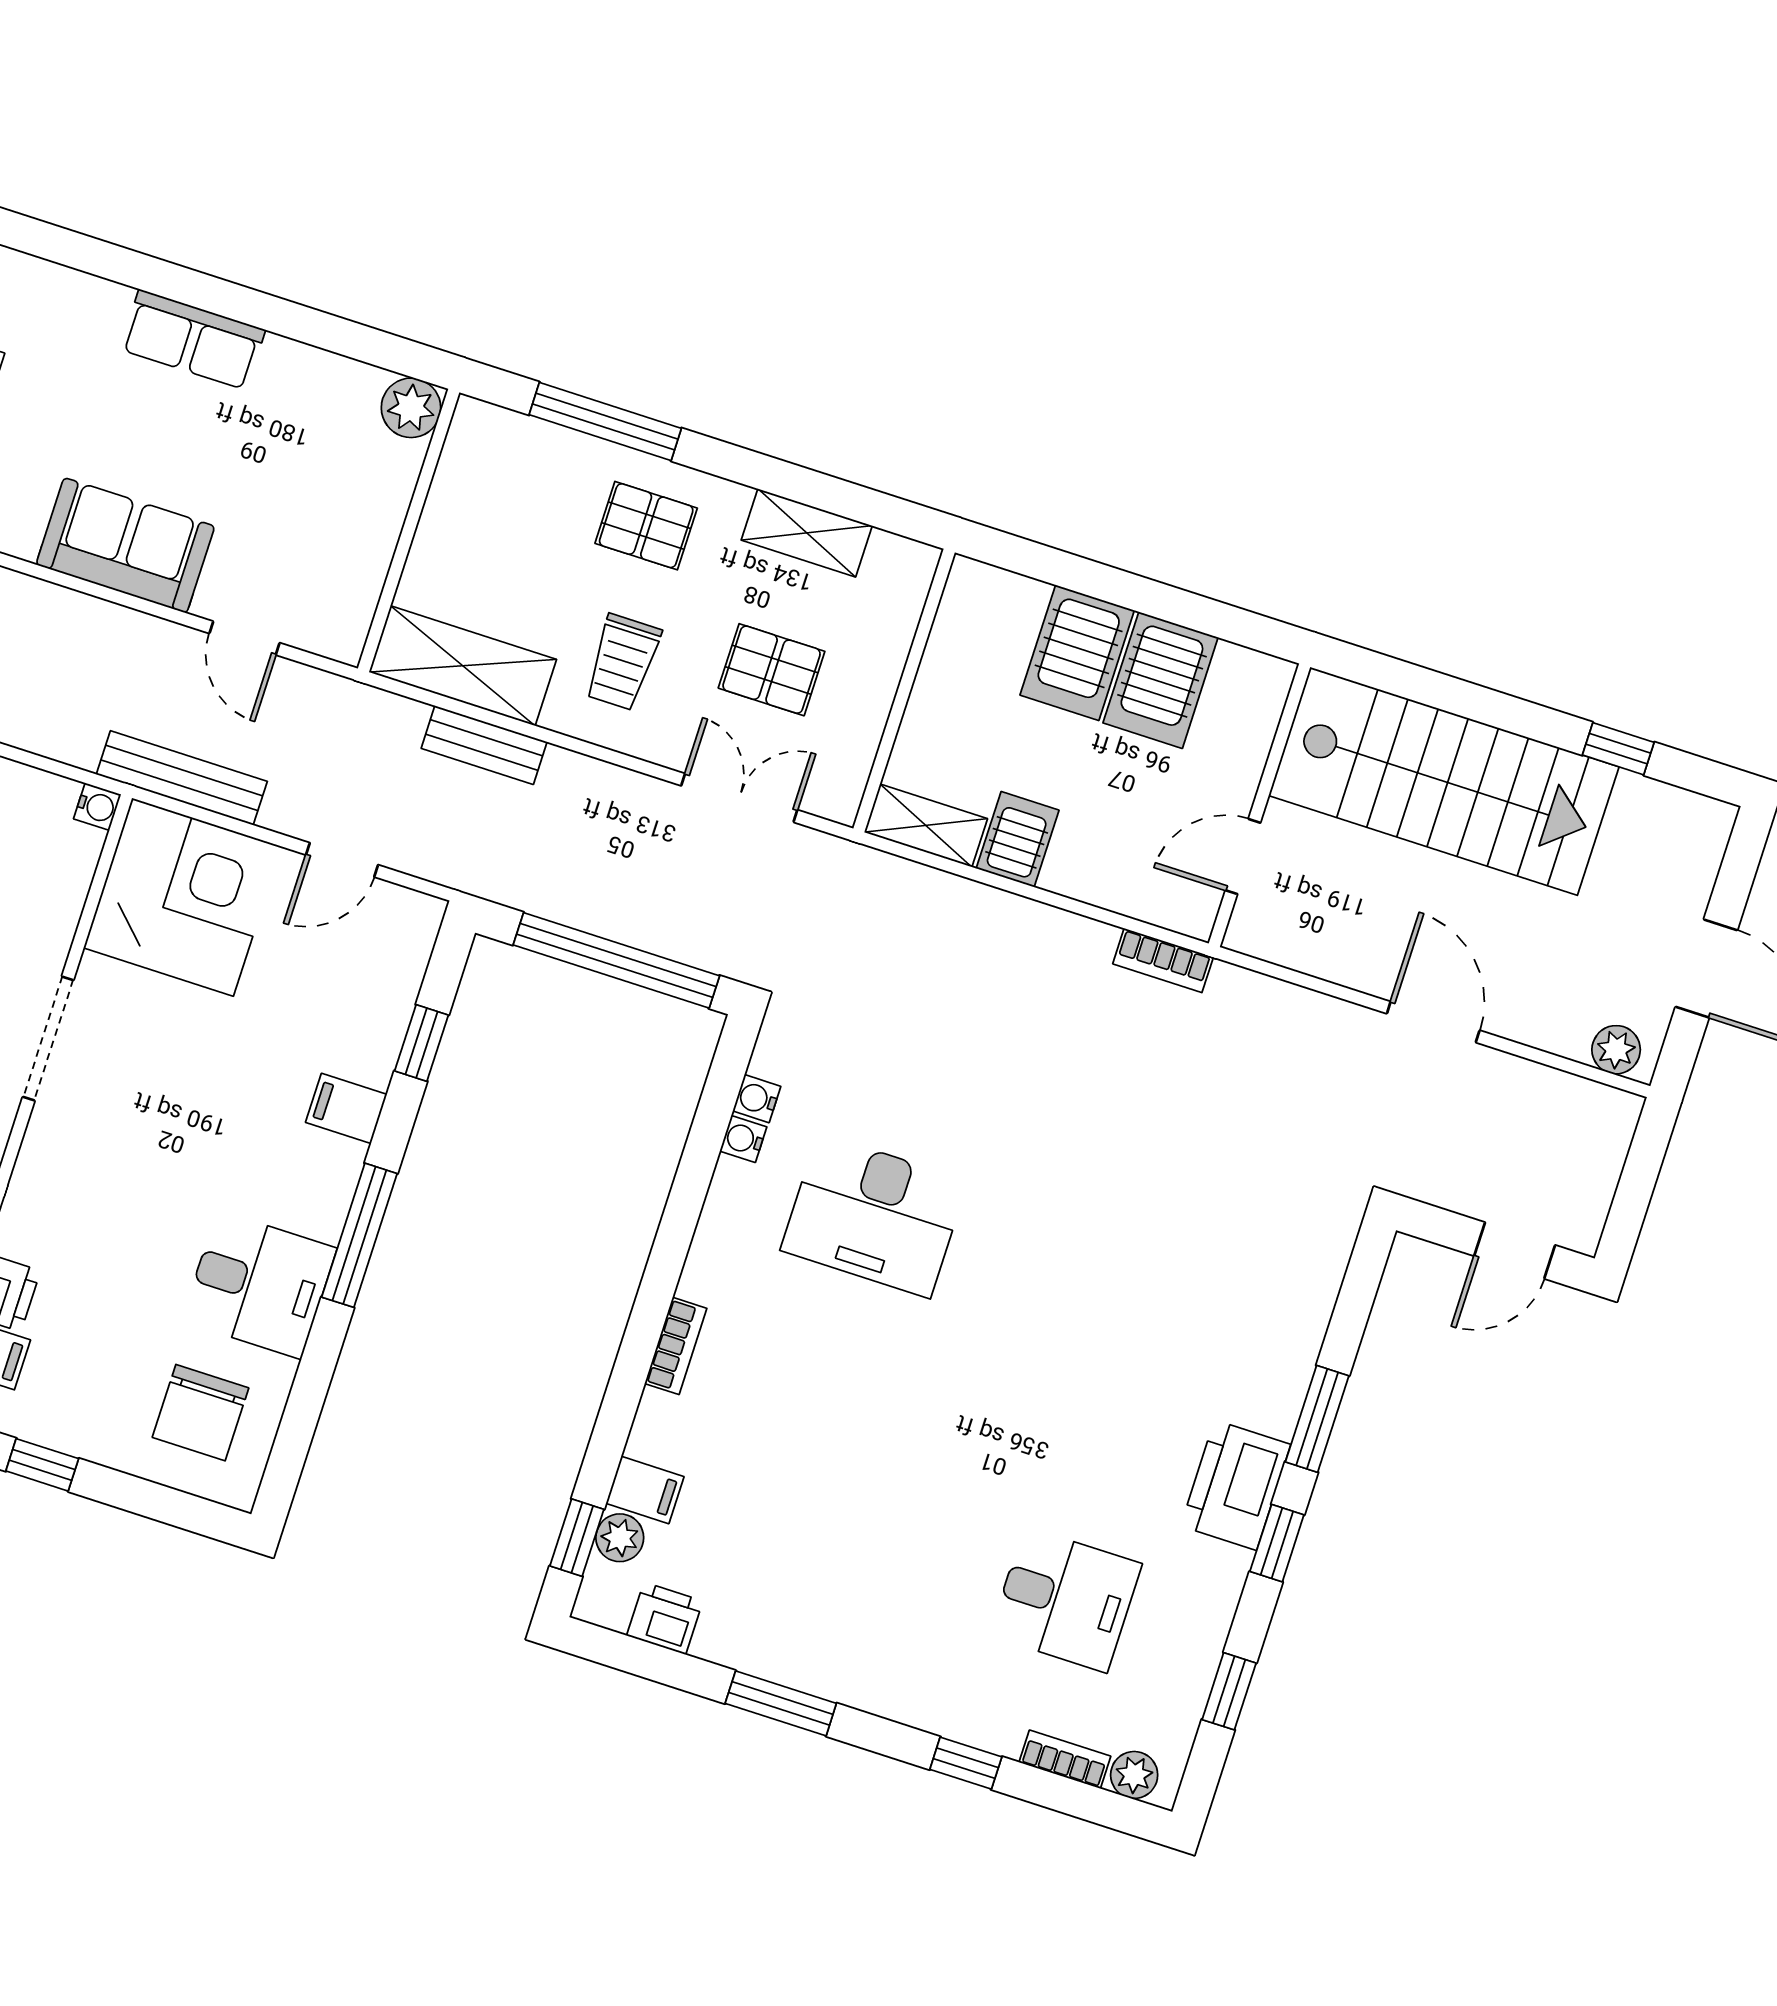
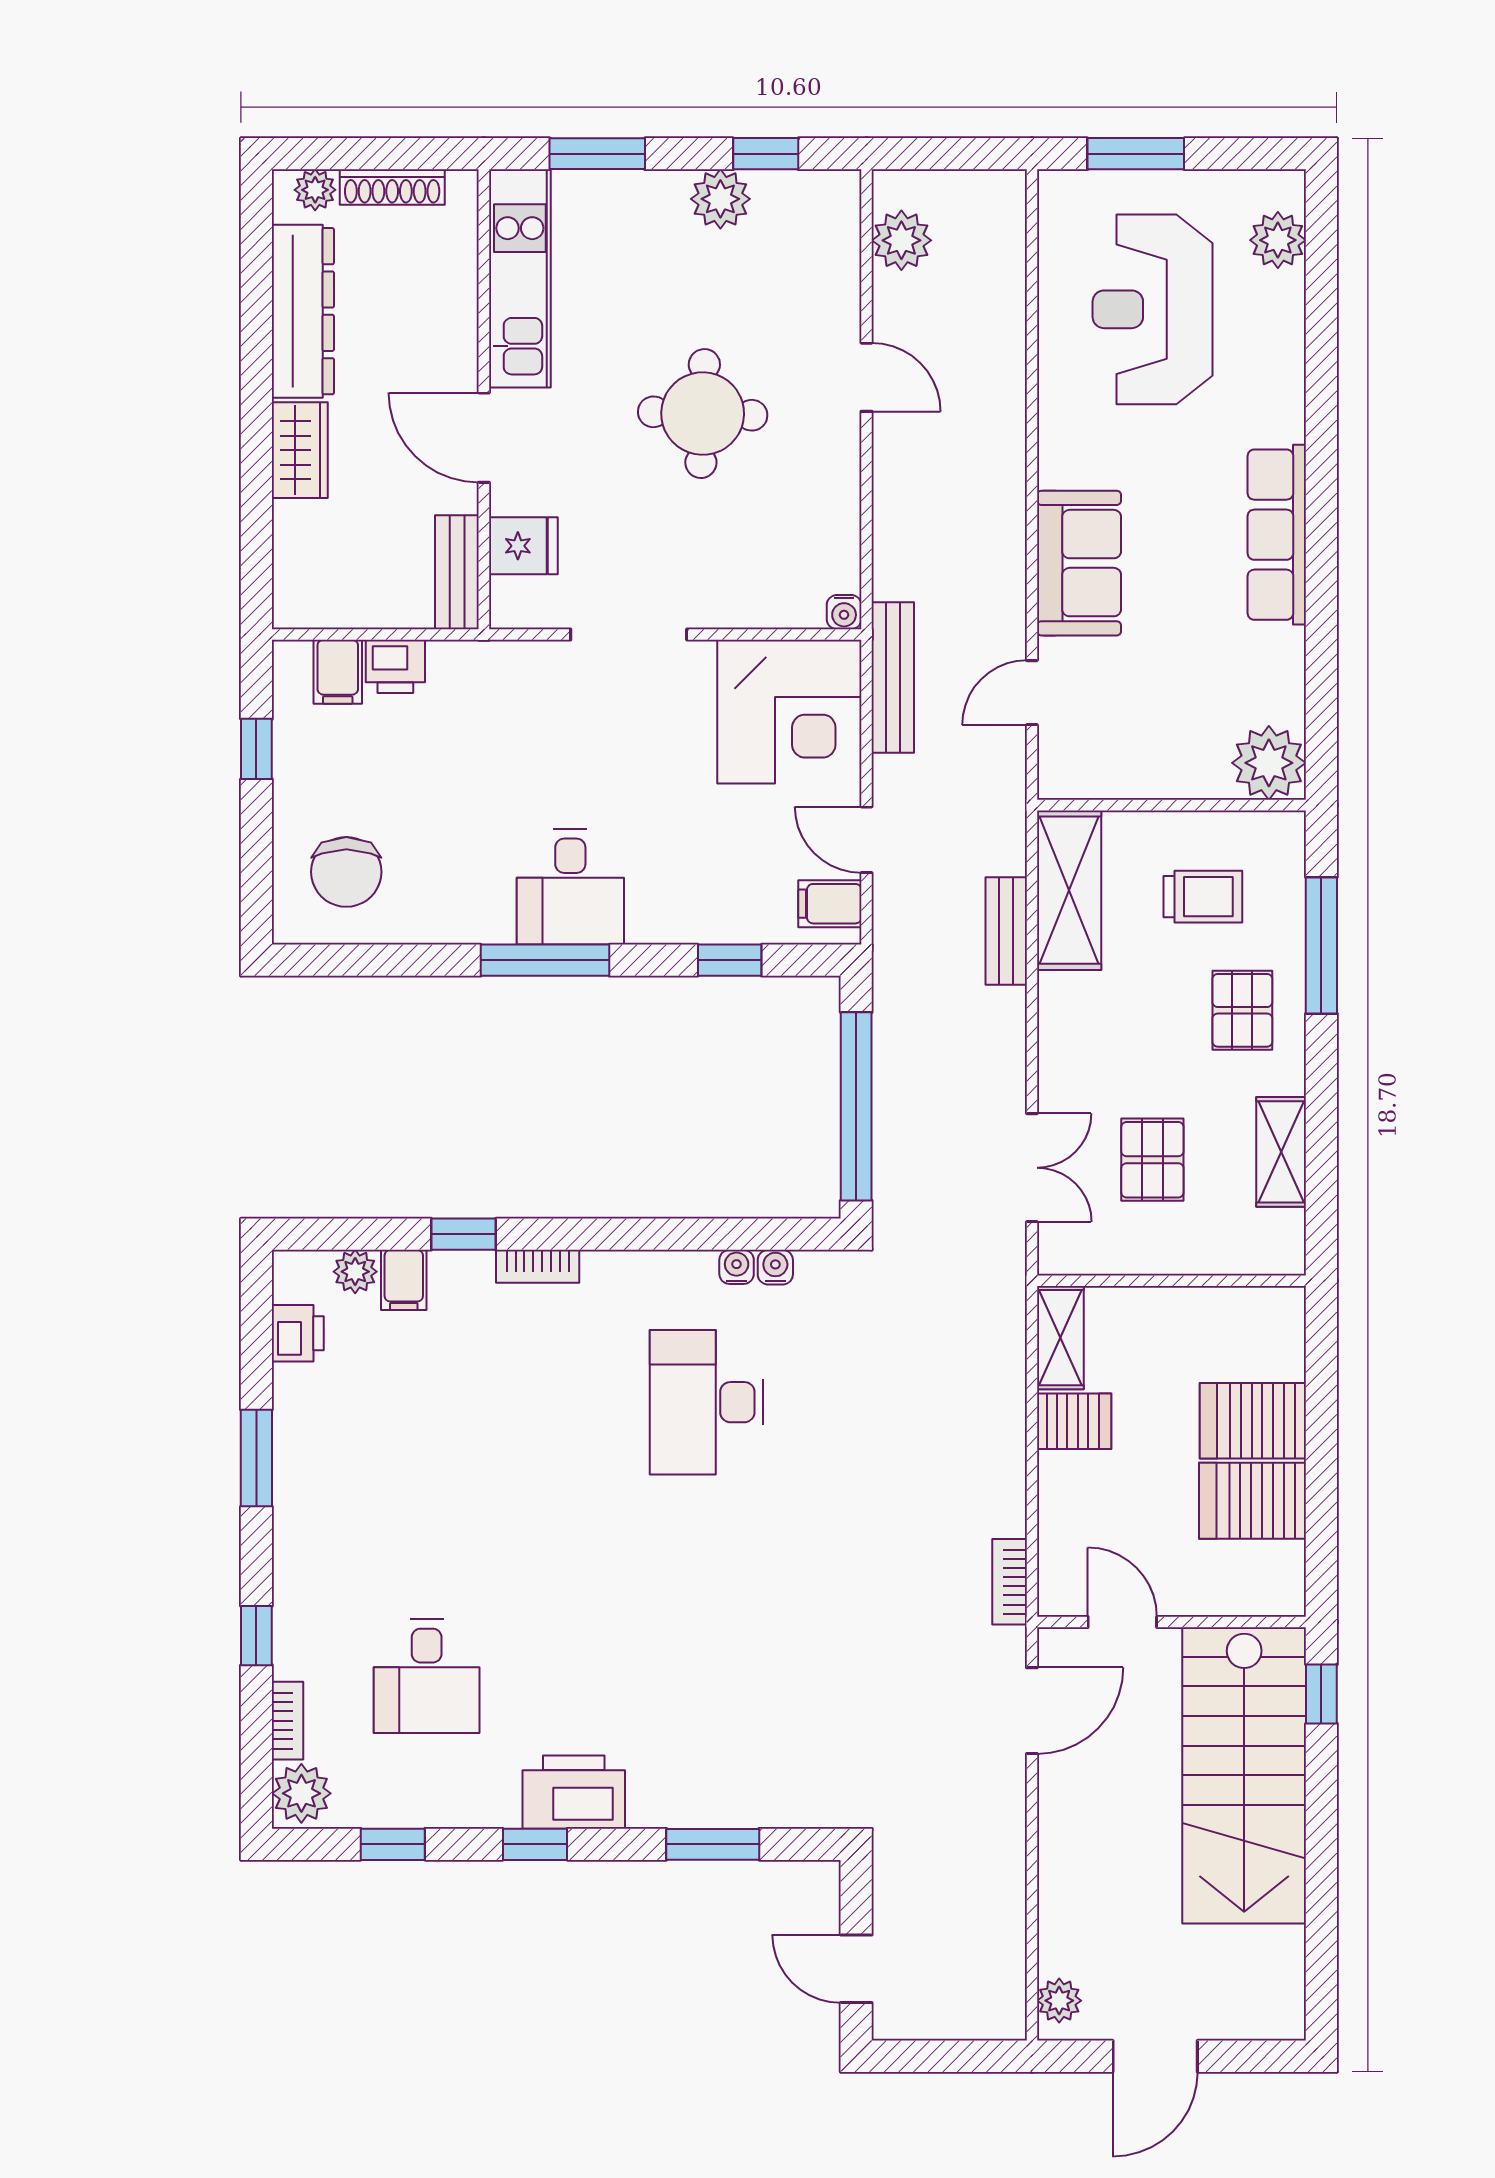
row of seats: (193, 340) -> (1277, 535), width x1.48
plant: (411, 408) -> (1269, 763), width x1.36, depth x1.36
trolley: (623, 662) -> (1203, 897), moved, turned 180
window: (1618, 749) -> (1321, 1694), moved
door: (1433, 1022) -> (1032, 1711), moved
filing cabinet: (346, 1108) -> (830, 904), moved, turned -90
desk: (259, 1285) -> (570, 887), moved
chair: (201, 1413) -> (346, 872), turned -90
window: (1317, 1419) -> (713, 1844), moved
window: (577, 1538) -> (464, 1234), moved
plant: (1134, 1775) -> (301, 1793), width x1.38, depth x1.38

